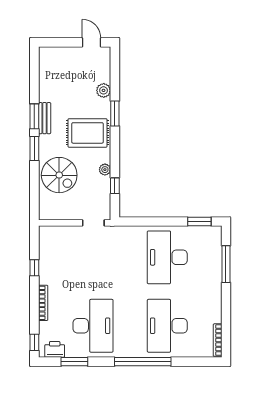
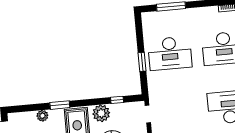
plant: (105, 170) -> (101, 113), width x1.88, depth x1.88
window: (199, 221) -> (142, 62), moved

